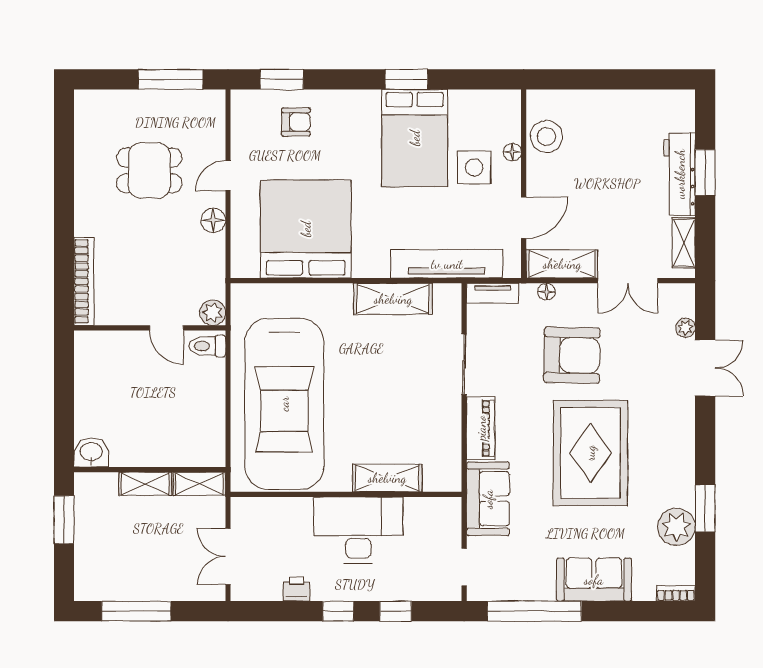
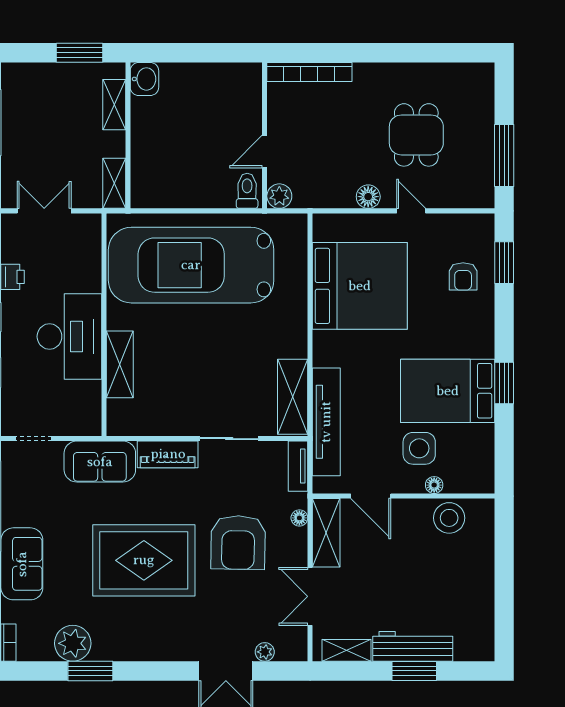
shelving: (393, 299) -> (293, 397), moved
shelving: (145, 484) -> (114, 105), moved

